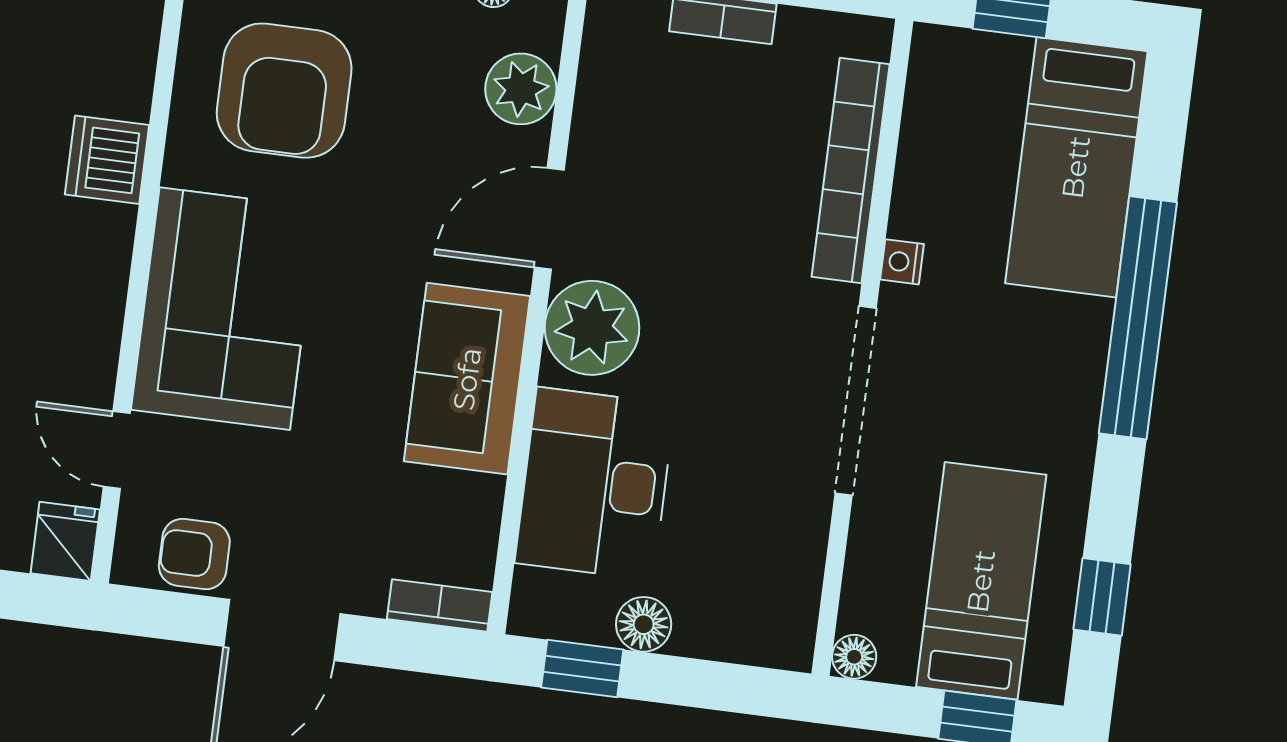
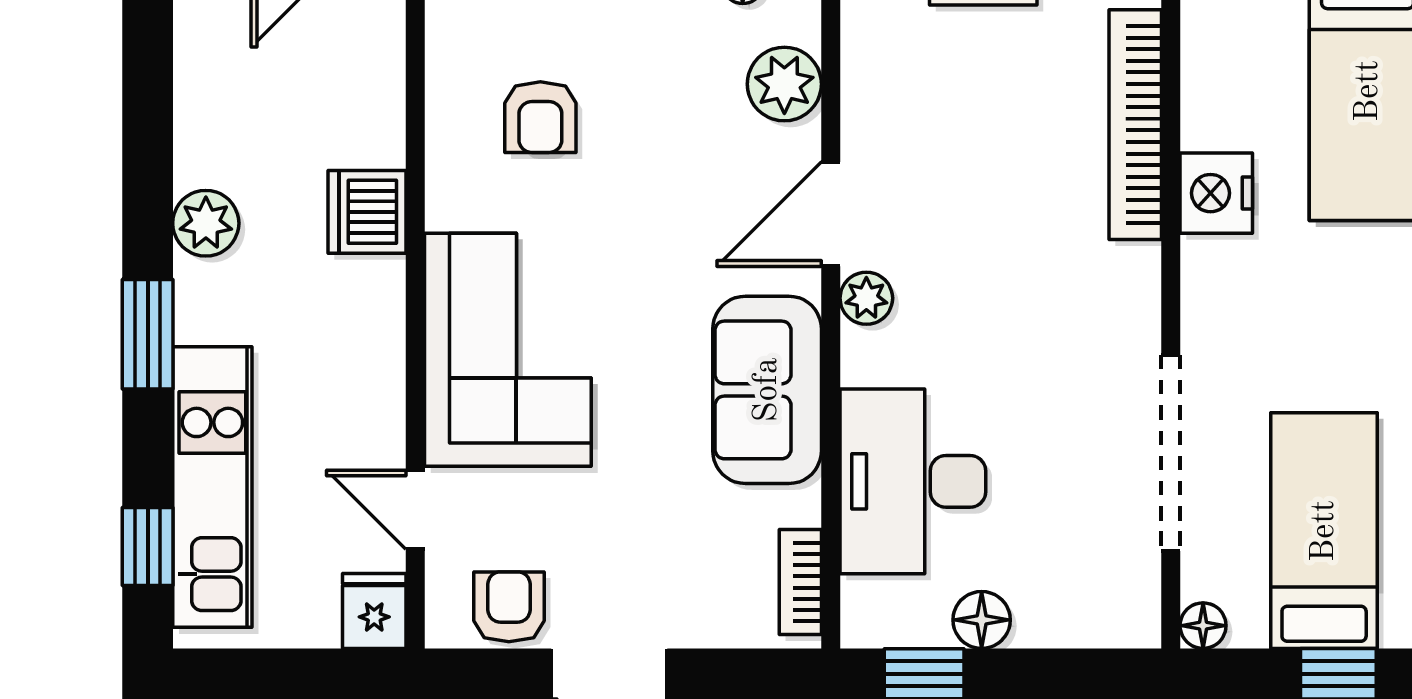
armchair: (284, 91) -> (540, 117), width x0.53, depth x0.53
nightstand: (902, 262) -> (1216, 193), width x1.89, depth x1.79
plant: (592, 328) -> (866, 298), width x0.53, depth x0.53
doorway: (856, 401) -> (1171, 453), moved
armchair: (194, 554) -> (509, 607), turned 90
bookcase: (440, 605) -> (800, 582), moved, turned -90

